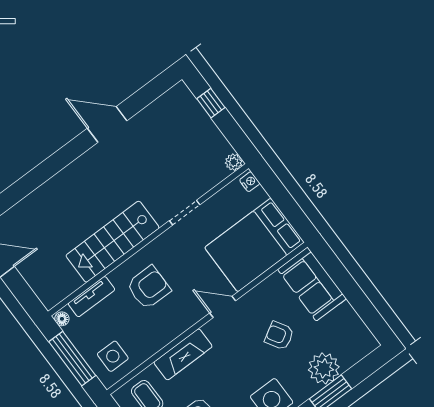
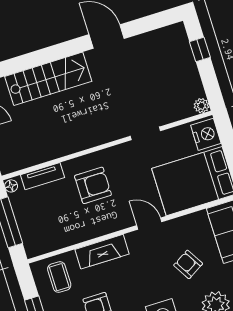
nightstand: (250, 182) -> (206, 134), width x1.89, depth x1.79
stairs: (113, 242) -> (48, 79), moved, turned 180
side table: (113, 356) -> (43, 232), removed

